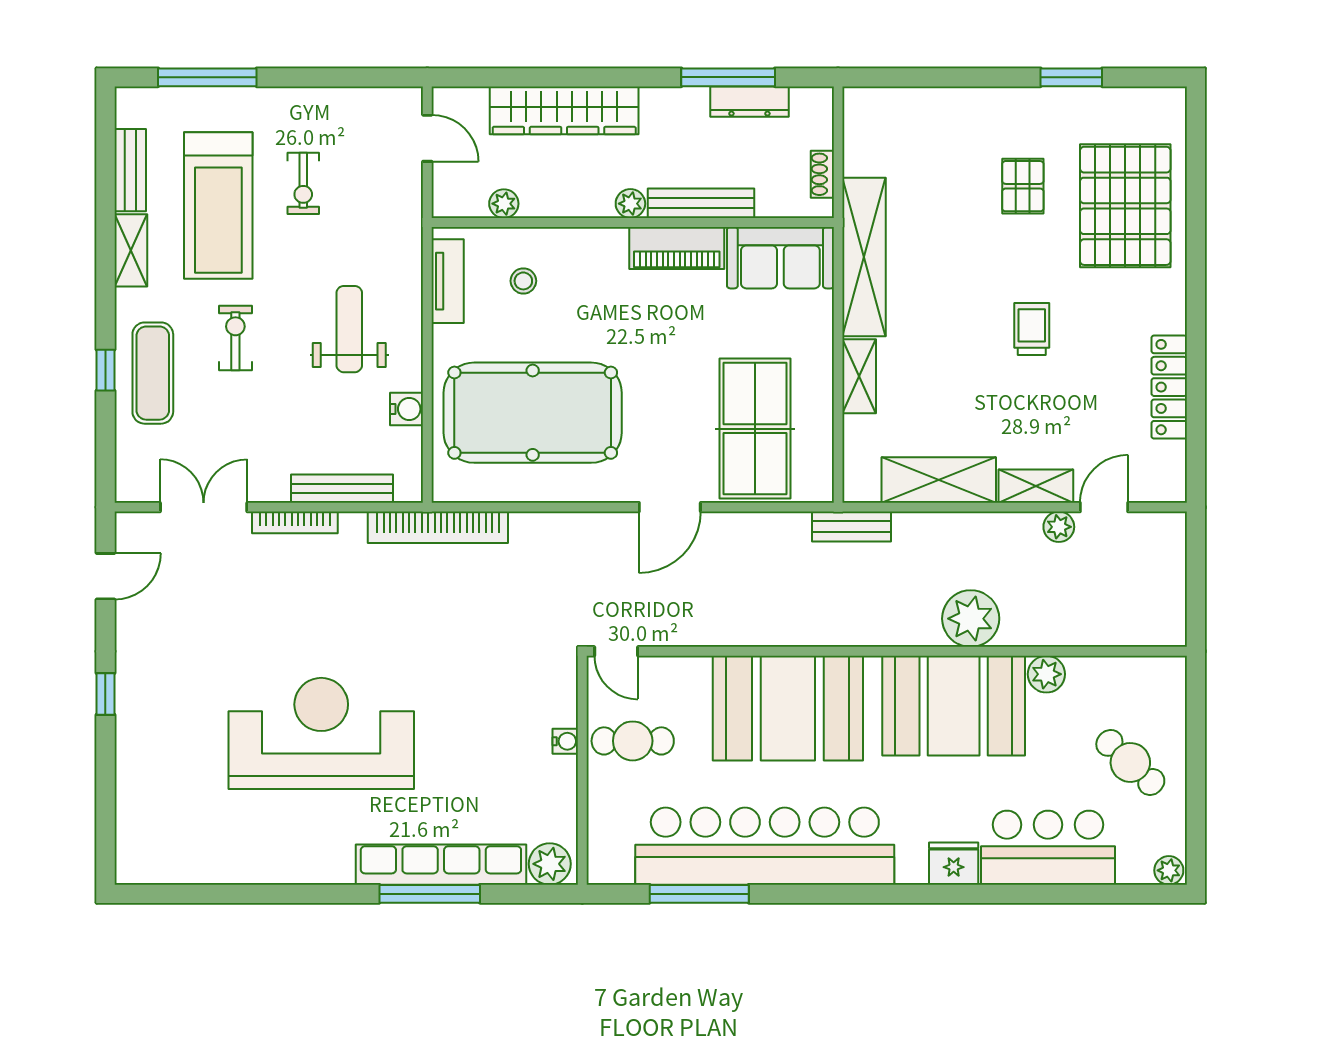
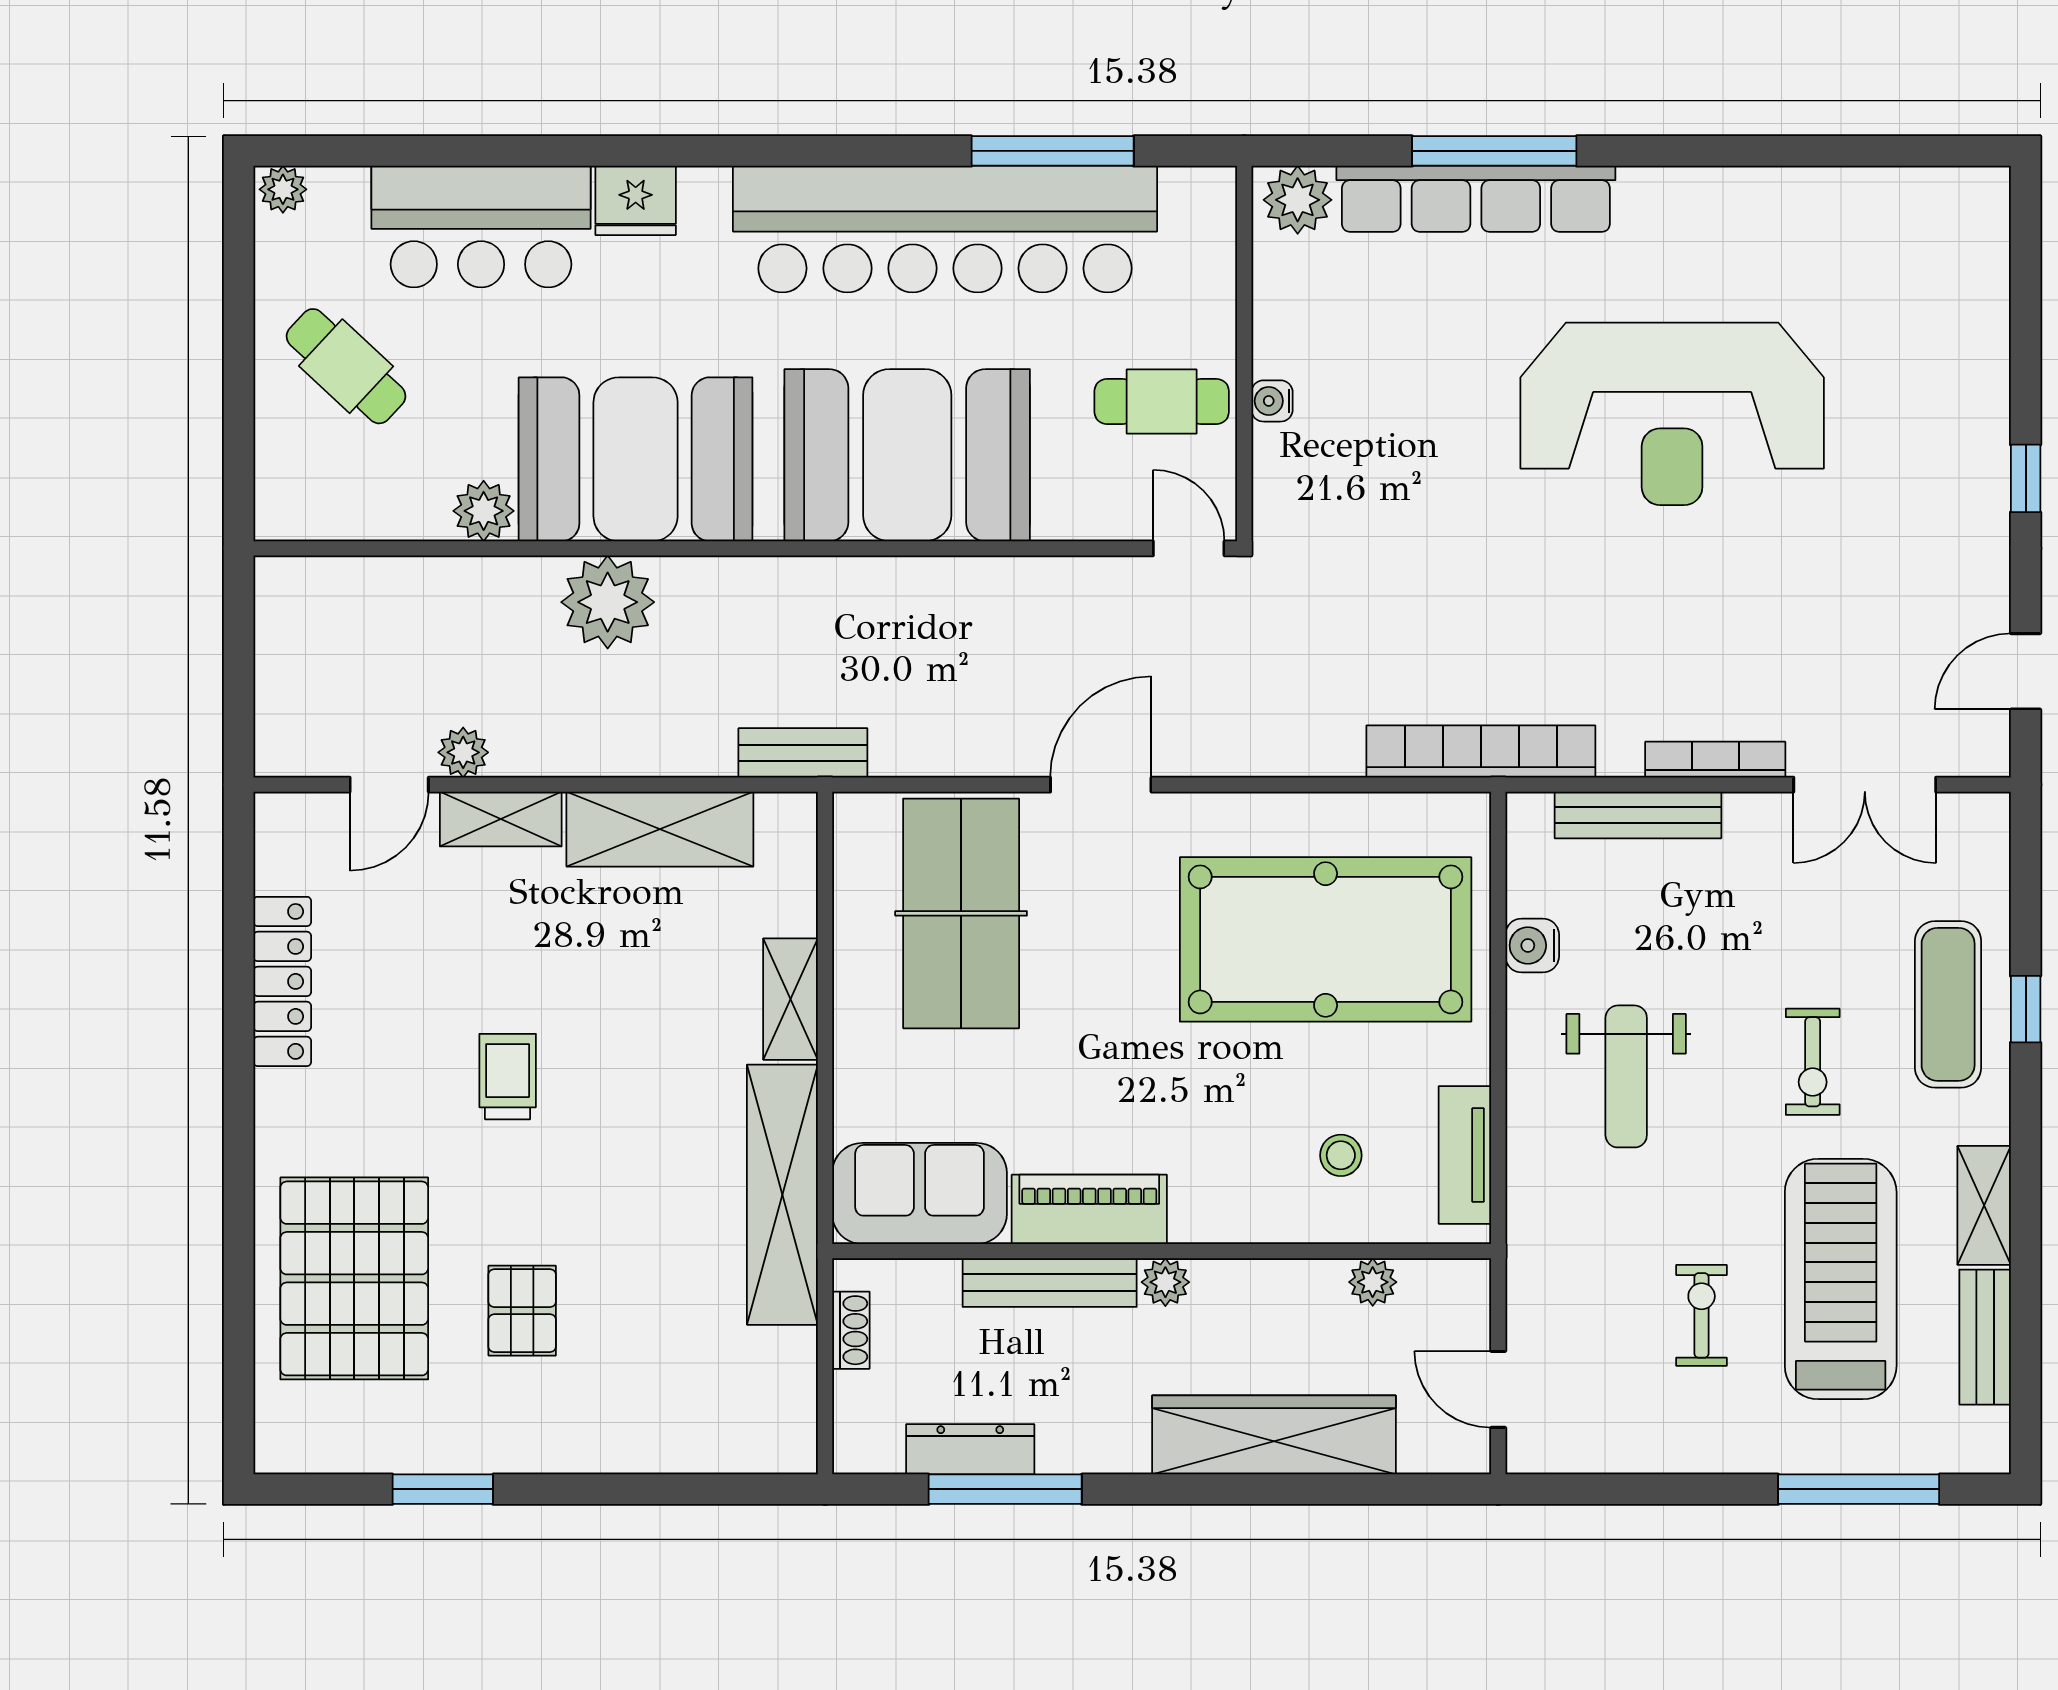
trolley: (1032, 329) -> (508, 1077), turned 180

